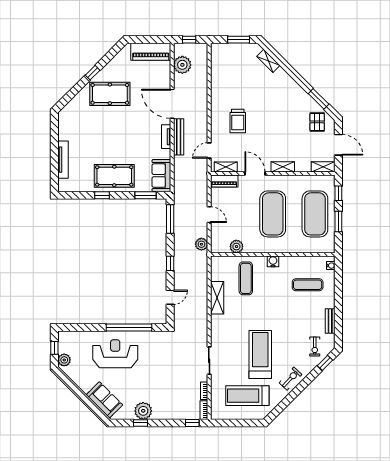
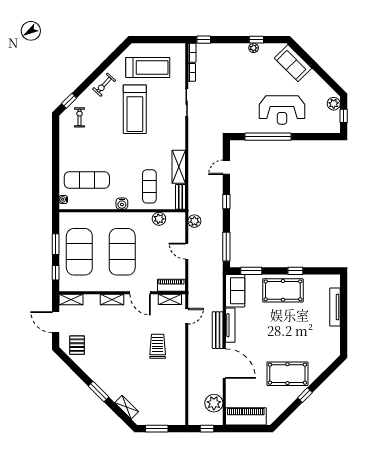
window: (319, 99) -> (99, 391), moved
tv unit: (166, 137) -> (230, 325), width x1.41
exercise mat: (308, 285) -> (87, 180), width x1.36, depth x1.45
bench: (330, 321) -> (181, 197), moved
plant: (143, 411) -> (254, 48), width x0.53, depth x0.53

